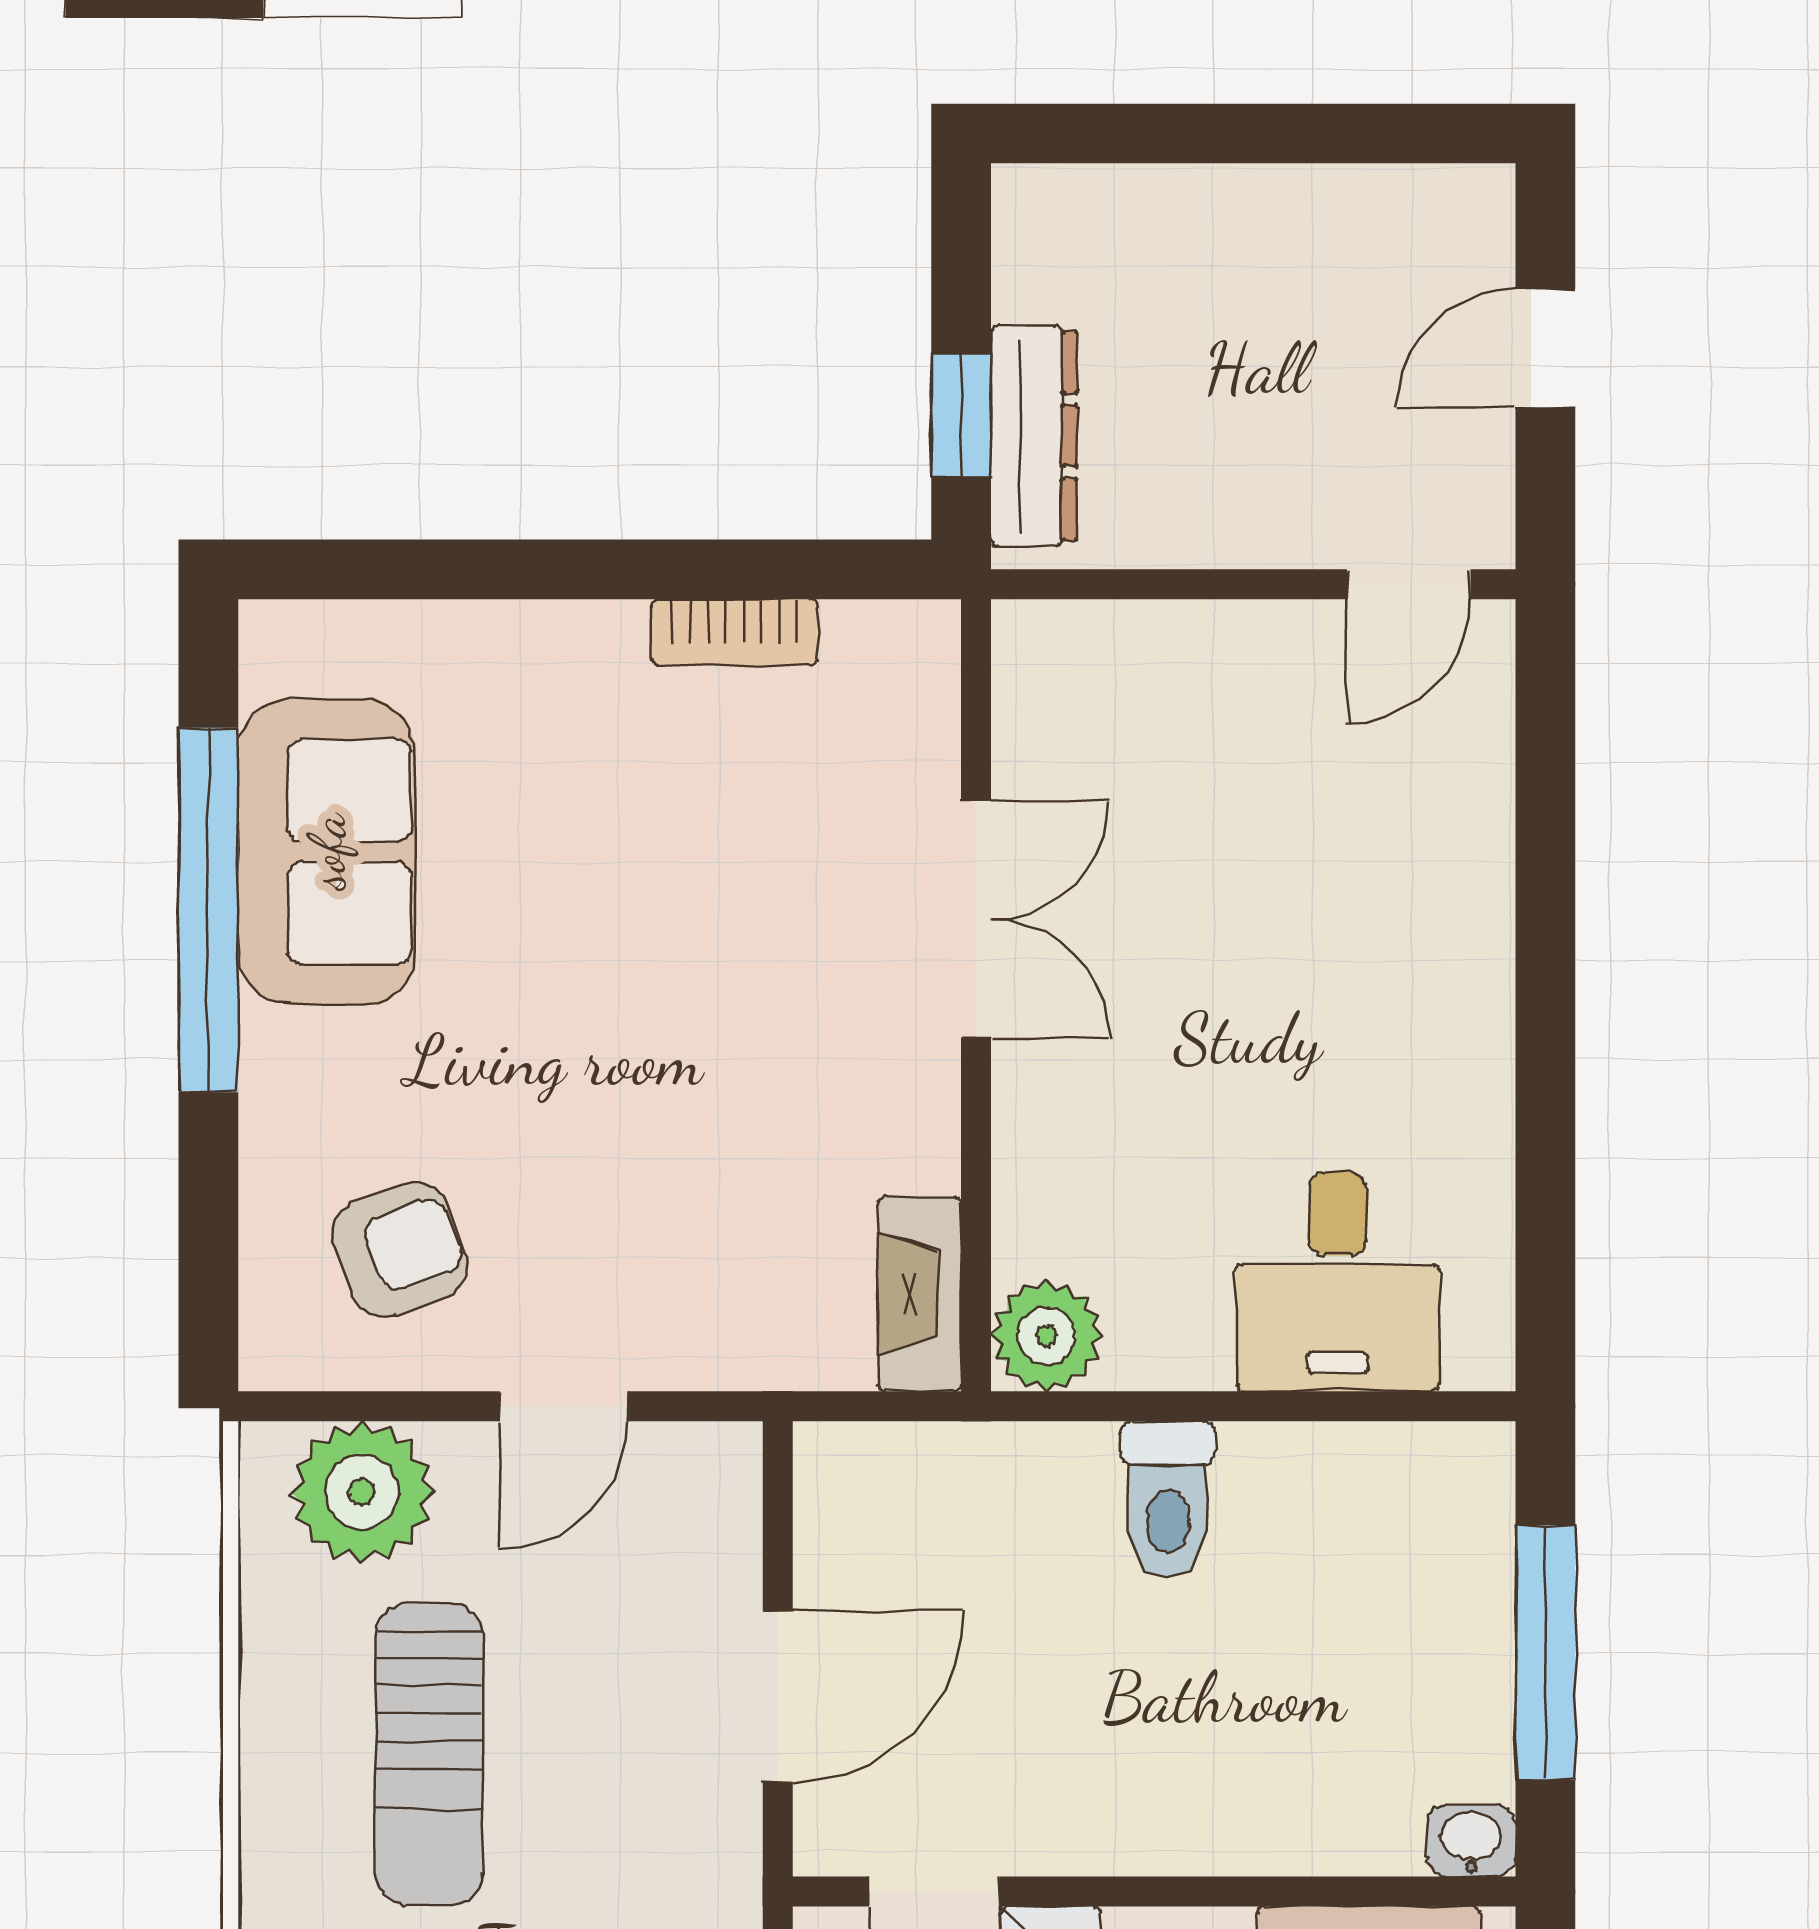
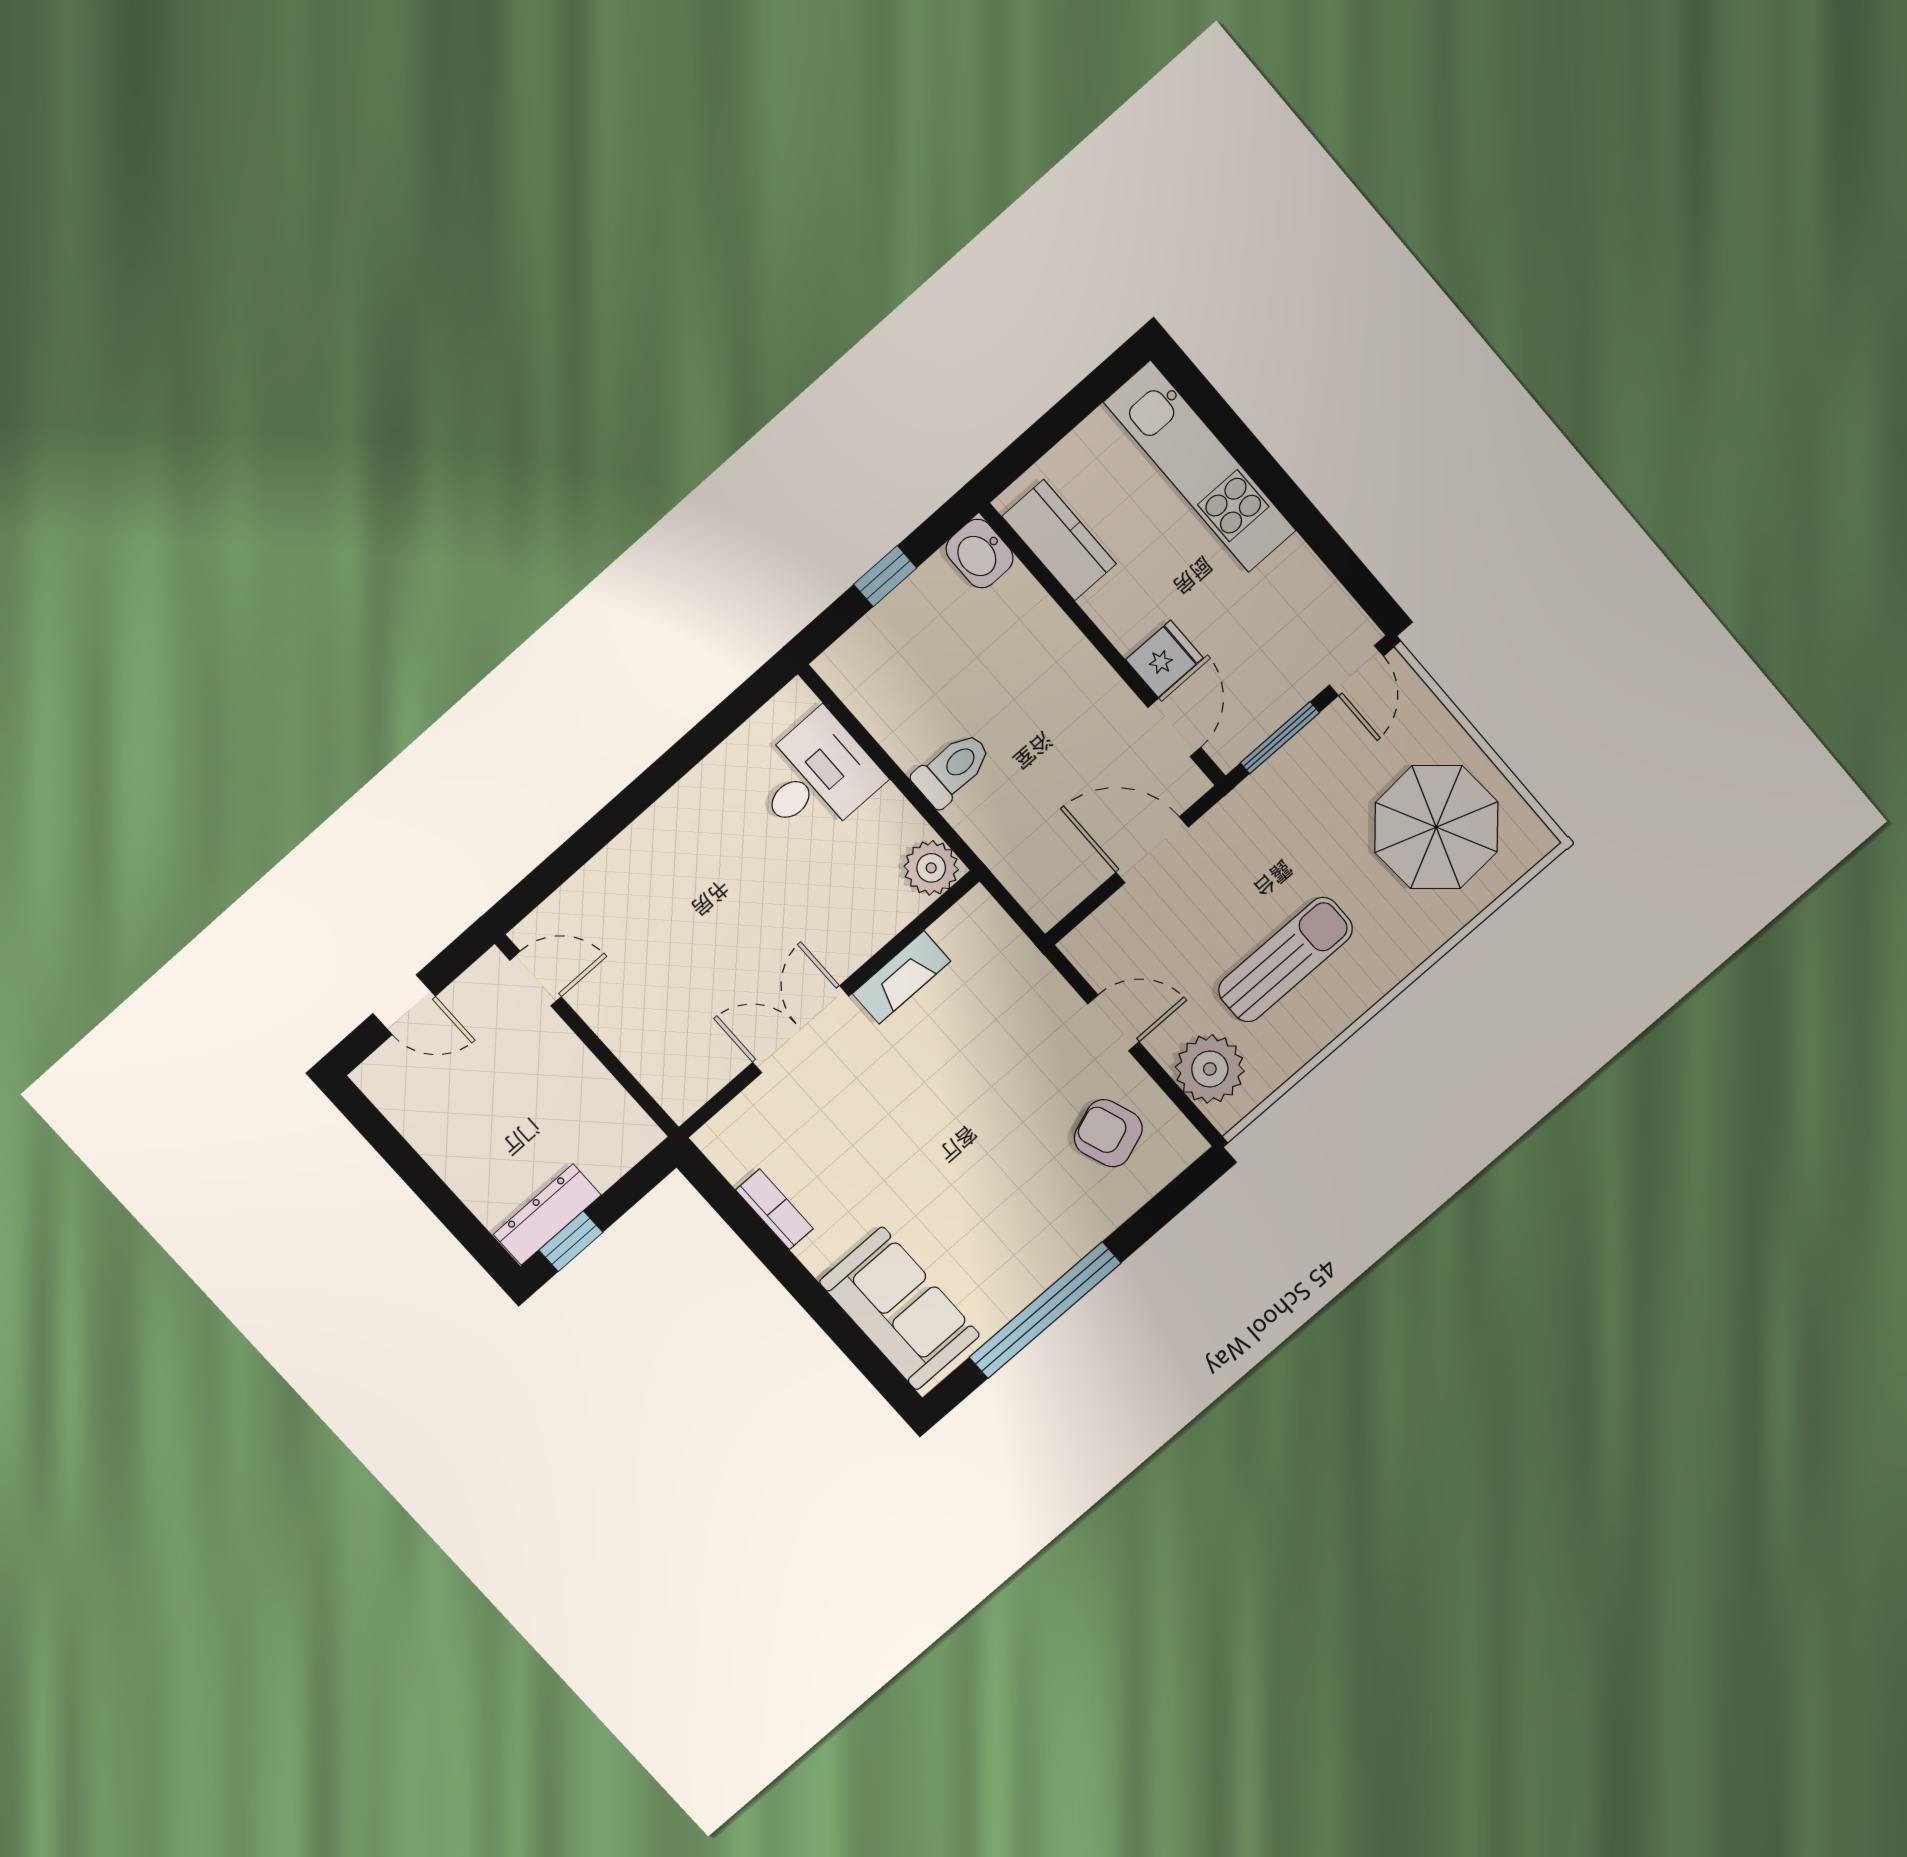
window: (961, 415) -> (571, 1241), moved
dresser: (1034, 436) -> (547, 1215), moved
sofa: (327, 852) -> (900, 1309), moved, turned 90
fireplace: (920, 1294) -> (901, 977), moved
window: (1545, 1653) -> (885, 576), width x0.46
washbasin: (1471, 1841) -> (980, 554), width x1.38, depth x1.45

